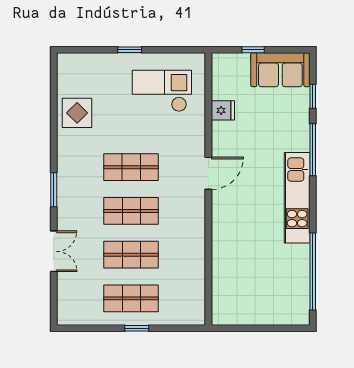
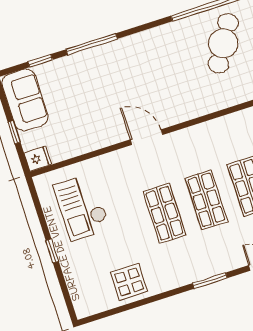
fridge: (223, 110) -> (38, 159), moved, turned 90
kitchen unit: (297, 198) -> (143, 44), removed
cafe table: (274, 274) -> (223, 43), added

